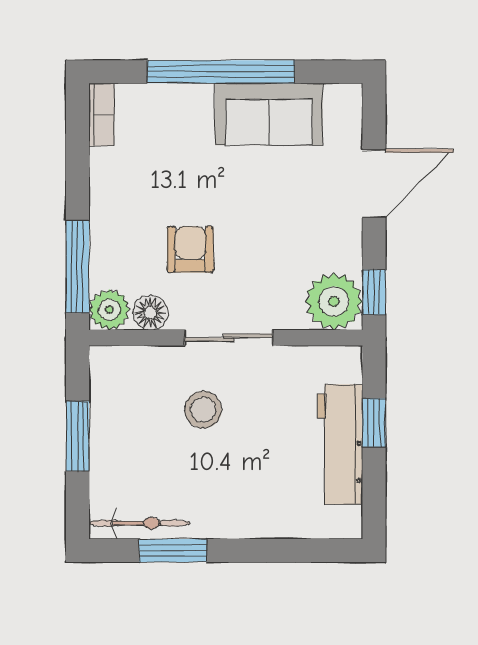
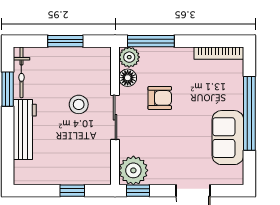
bookcase: (101, 114) -> (219, 53), width x1.56
workbench: (340, 444) -> (25, 129), moved, turned 90

